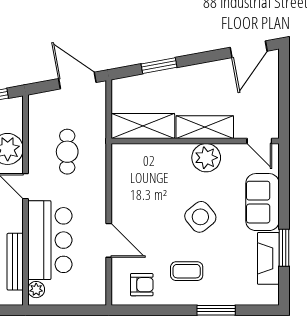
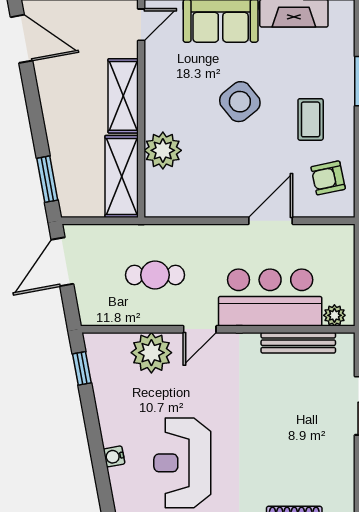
window: (159, 66) -> (47, 179), moved
plant: (206, 158) -> (163, 150), moved
armchair: (142, 285) -> (328, 178), turned -102

